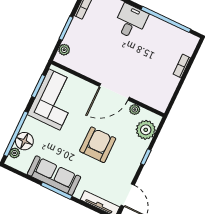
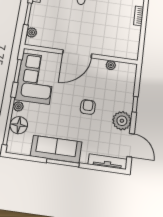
door: (114, 92) -> (77, 54), moved
plant: (146, 130) -> (122, 121), moved
armchair: (98, 145) -> (88, 107), width x0.53, depth x0.53
plant: (15, 153) -> (18, 106), moved

